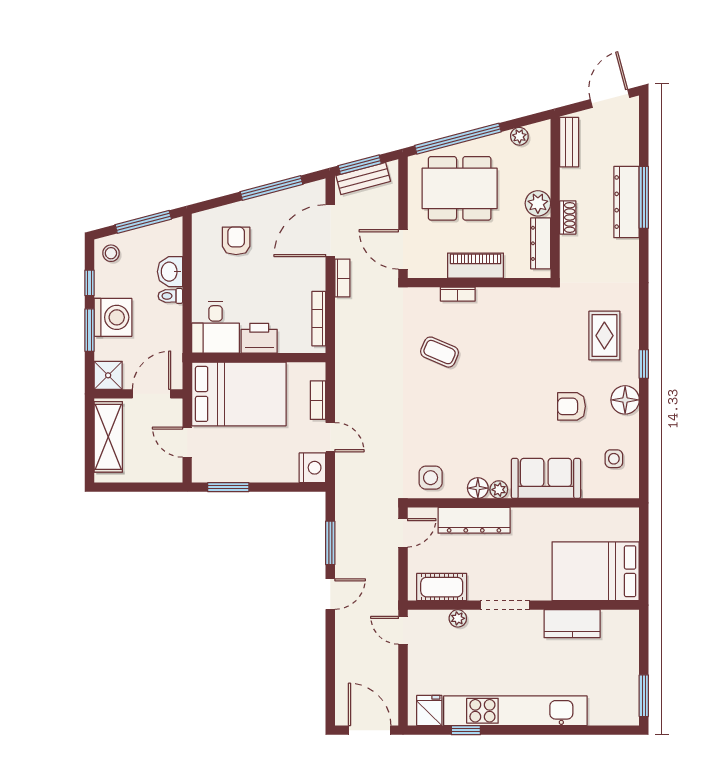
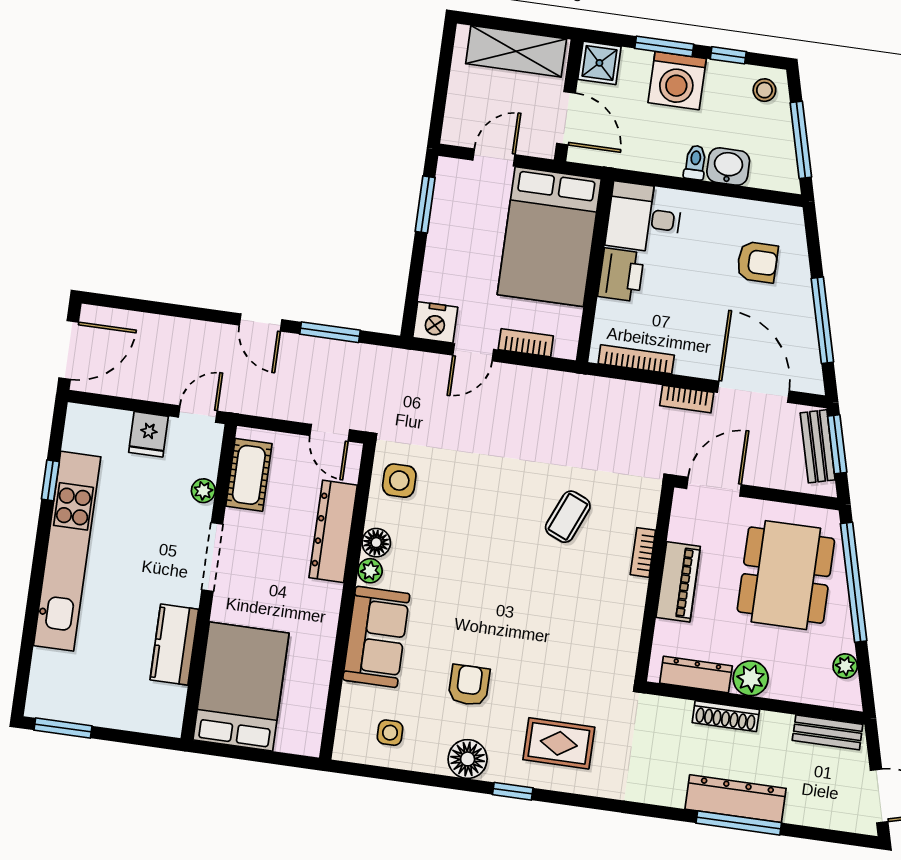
shoe rack: (568, 217) -> (726, 716), width x1.43
fridge: (429, 711) -> (148, 434), moved, turned 90

